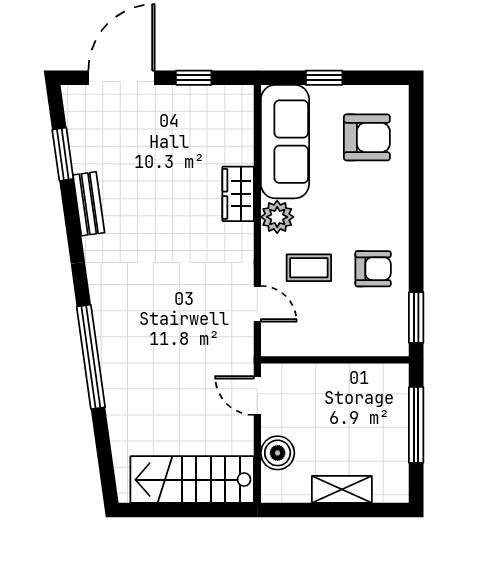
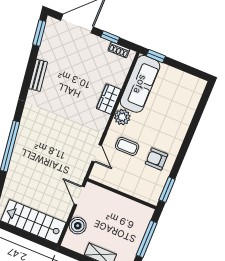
window: (324, 78) -> (156, 56), moved
shoe rack: (219, 95) -> (119, 50), added
armchair: (367, 137) -> (179, 98), removed
window: (63, 154) -> (39, 33), moved
armchair: (373, 269) -> (157, 159), turned 180

